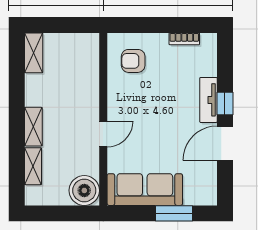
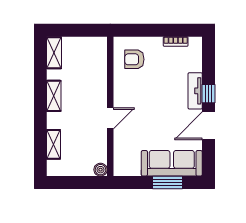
shelving: (33, 127) -> (54, 96), moved
boiler: (84, 190) -> (100, 170), width x0.54, depth x0.54
sofa: (145, 190) -> (172, 163), moved

